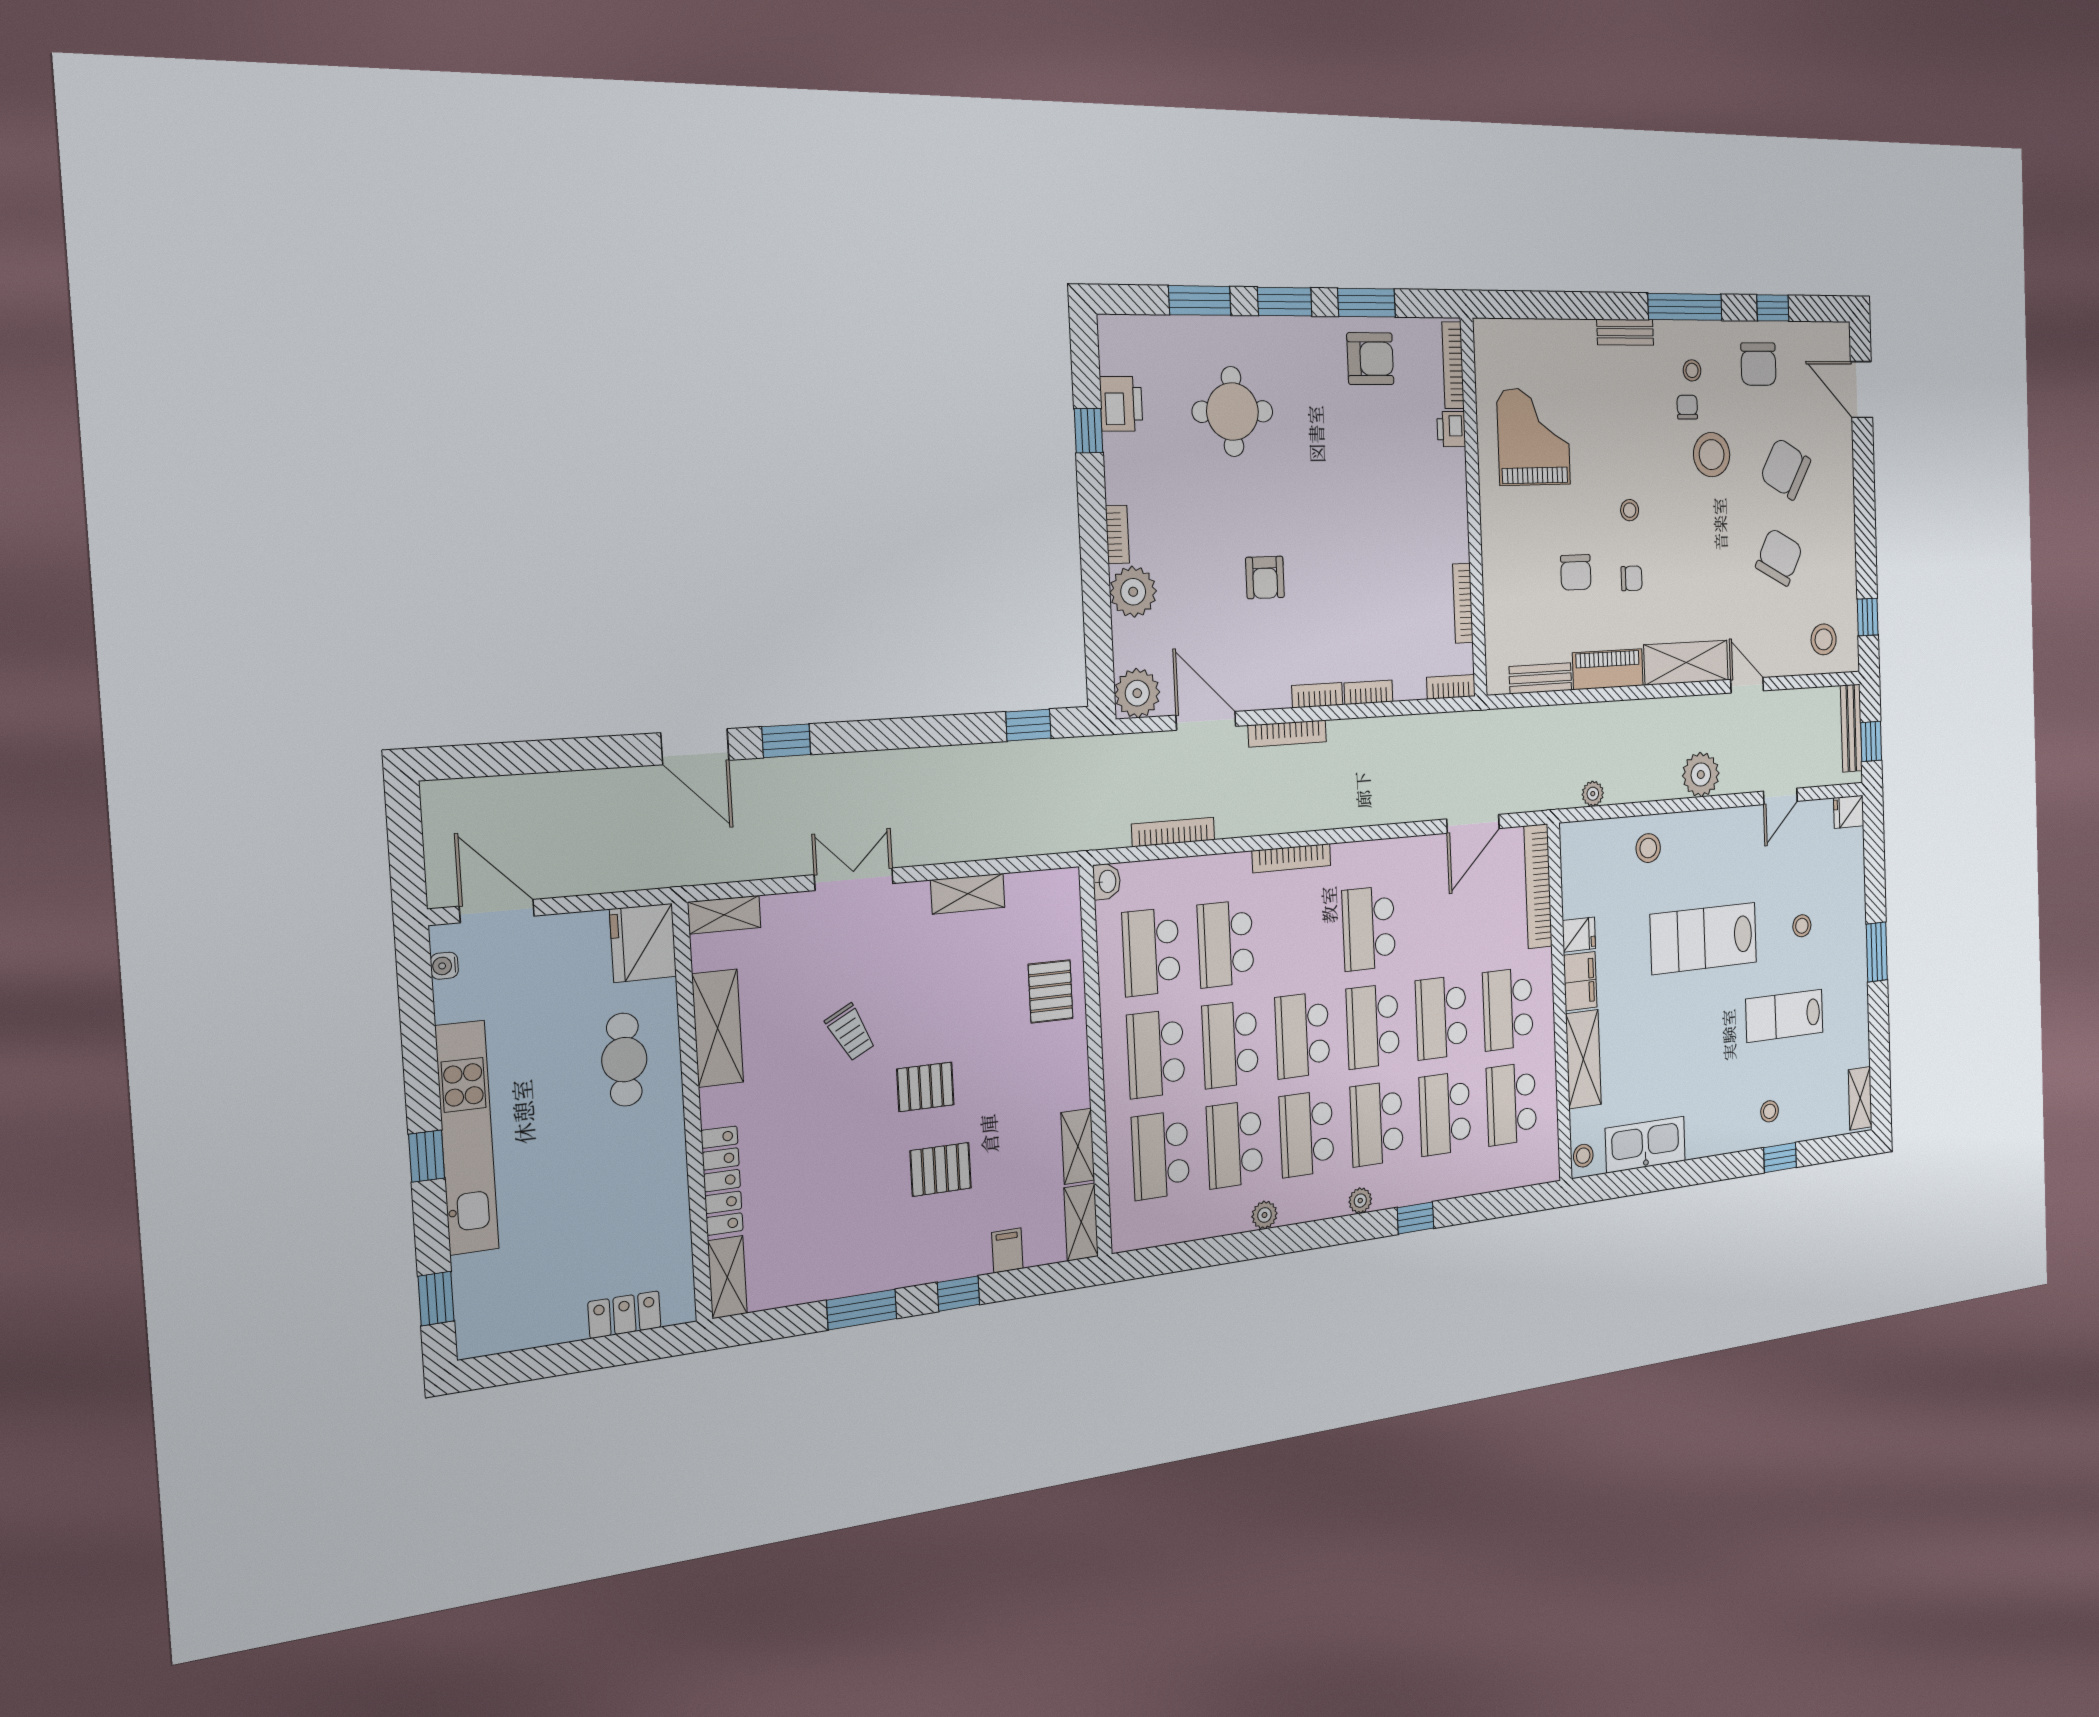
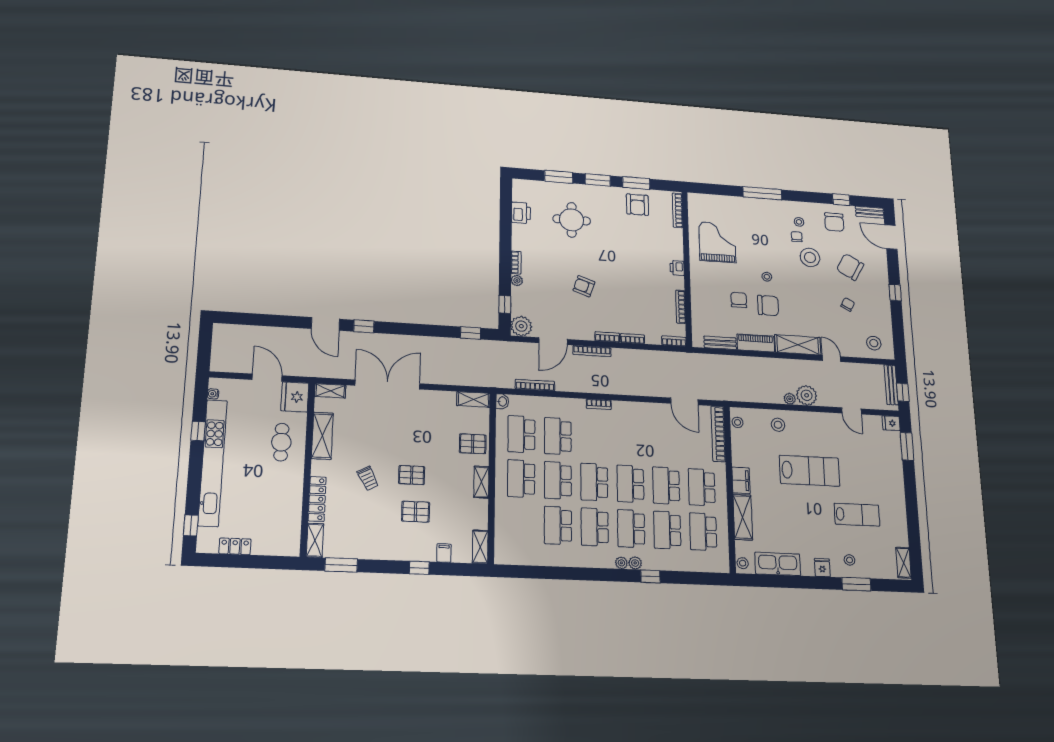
window: (1685, 307) -> (762, 193), moved
bench: (1625, 332) -> (870, 212), moved
armchair: (1370, 359) -> (637, 205), turned 90
printer: (1451, 429) -> (677, 268), moved
window: (1089, 431) -> (505, 304), moved
chair: (1779, 557) -> (848, 304), width x0.54, depth x0.54
chair: (1576, 572) -> (739, 300), turned 180
armchair: (1265, 577) -> (584, 286), turned 109
chair: (1632, 578) -> (768, 305), width x1.87, depth x1.87
plant: (1133, 592) -> (517, 280), width x0.53, depth x0.53
window: (1868, 617) -> (895, 293), moved
door: (1206, 721) -> (553, 341), swing flipped
plant: (1593, 794) -> (790, 399), moved
door: (1780, 796) -> (852, 411), hinge flipped
door: (1473, 824) -> (684, 401), hinge flipped
bookcase: (1291, 858) -> (599, 404), width x0.64
double door: (854, 879) -> (388, 385), width x1.87
shelving: (968, 894) -> (473, 399), moved
door: (497, 911) -> (267, 378), moved
stool: (1802, 926) -> (738, 422), moved
school desk: (1369, 928) -> (630, 440), removed
fridge: (1579, 935) -> (822, 568), moved, turned -90
lab bench: (1704, 938) -> (810, 471), turned 180
window: (1877, 952) -> (907, 446), moved
pallet: (1051, 991) -> (473, 444), turned 90
lab bench: (1784, 1016) -> (857, 515), turned 180
trolley: (850, 1032) -> (368, 478), moved
kitchen unit: (467, 1138) -> (213, 463), width x1.36
shelving: (1078, 1146) -> (481, 482), moved
school desk: (1161, 1155) -> (521, 524), removed
window: (427, 1156) -> (198, 431), moved
window: (1780, 1158) -> (856, 584), width x1.50
plant: (1264, 1215) -> (635, 563), moved
window: (862, 1309) -> (341, 565), moved
locker: (624, 1315) -> (235, 546), moved

